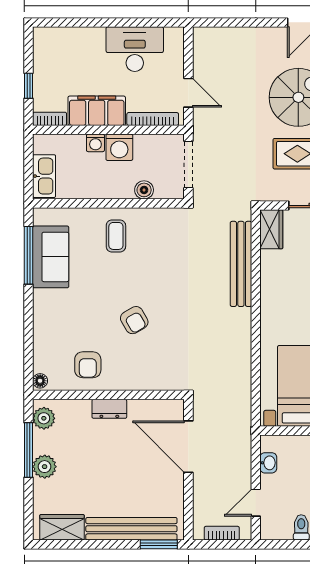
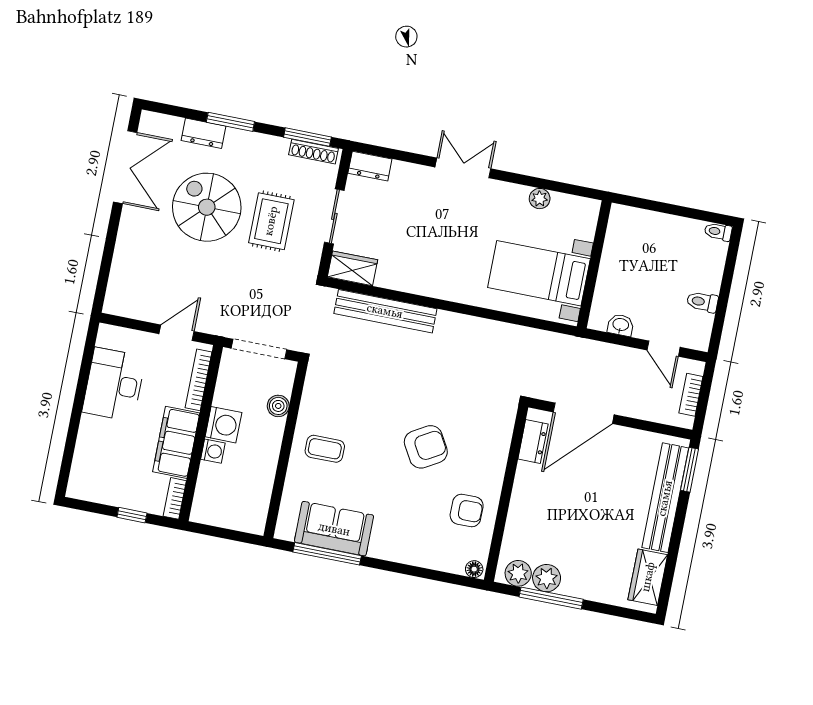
kitchen sink: (44, 176) -> (239, 518), removed
armchair: (134, 320) -> (426, 447), width x1.38, depth x1.38
dresser: (109, 409) -> (533, 441), moved
plant: (45, 467) -> (547, 578), moved

